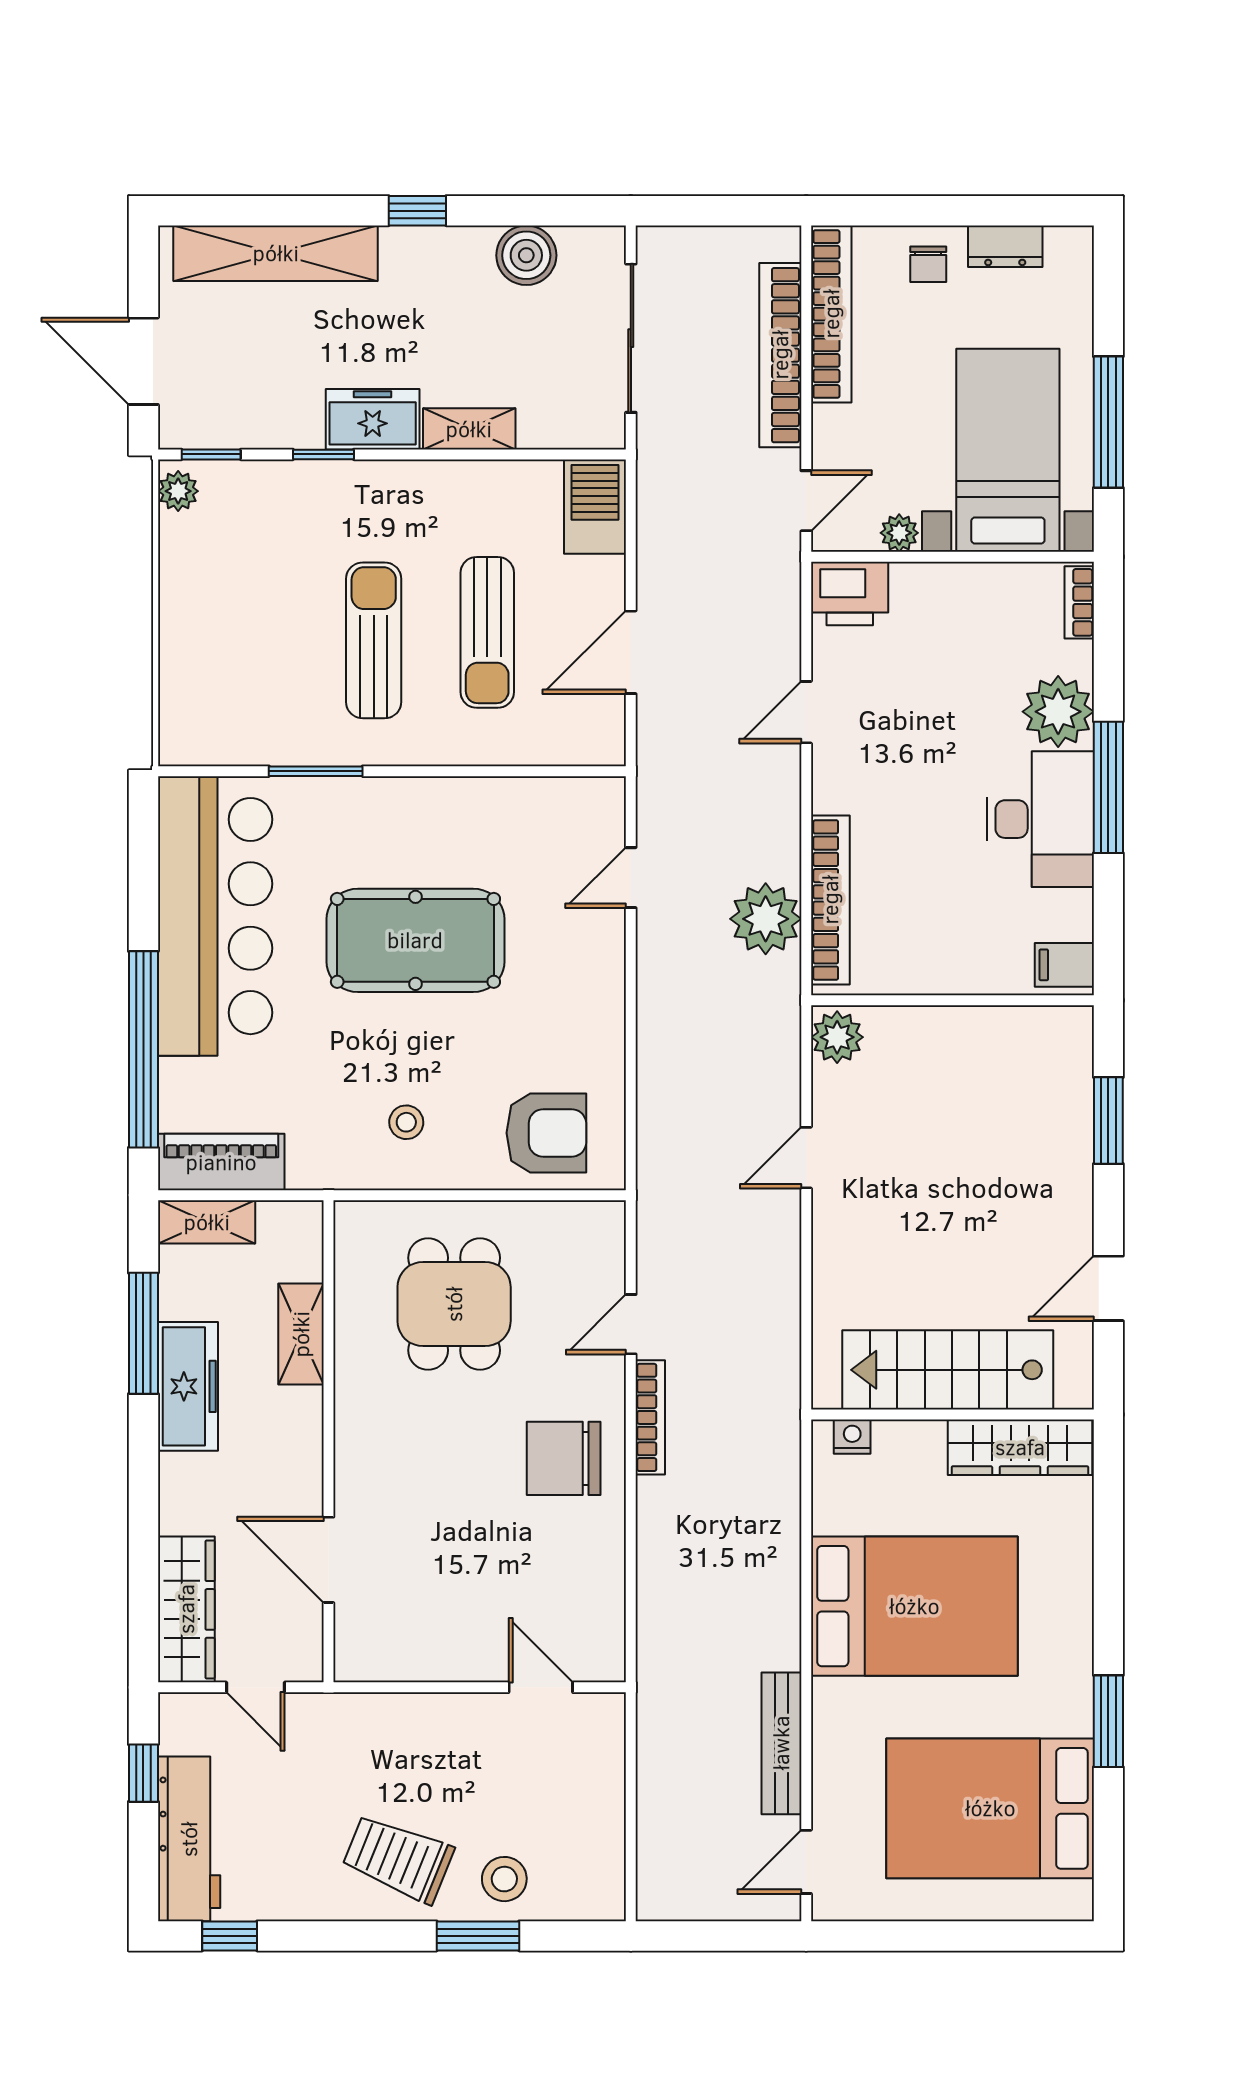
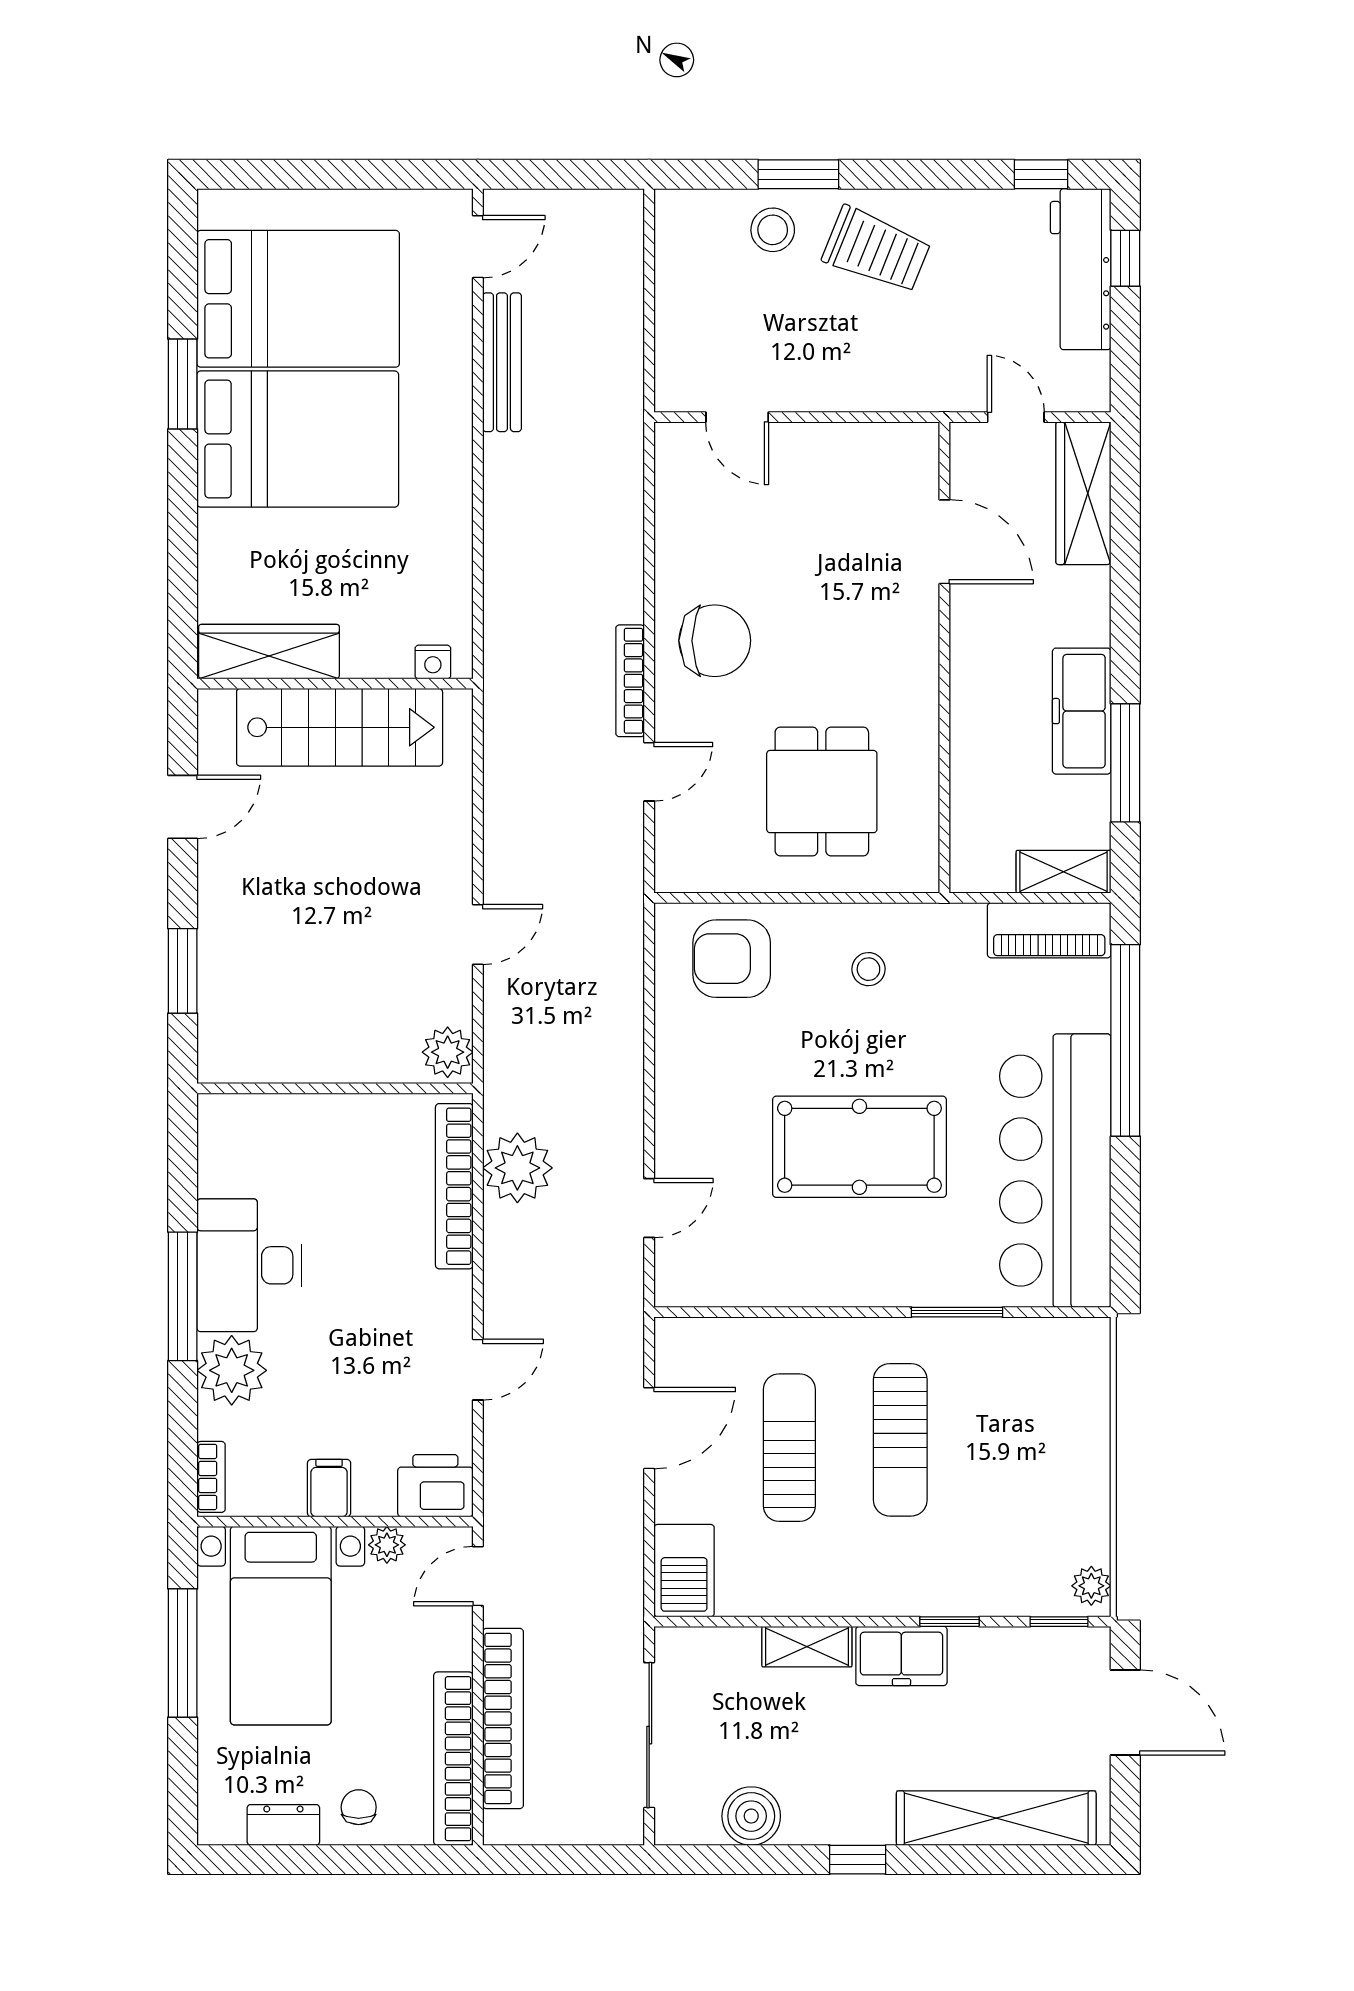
filing cabinet: (1064, 965) -> (329, 1488), moved, turned -90
shelving: (301, 1334) -> (971, 762), removed
bed: (914, 1606) -> (298, 439), moved, turned 180
window: (143, 1773) -> (1125, 258), moved

